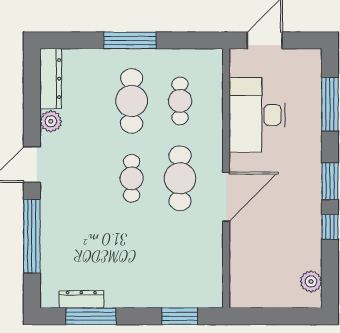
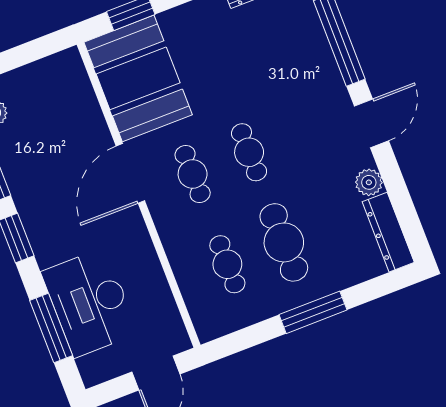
desk: (257, 115) -> (90, 303), moved, turned 180
cafe table: (180, 178) -> (193, 174), width x0.73, depth x0.74
booth: (193, 265) -> (138, 78), added

